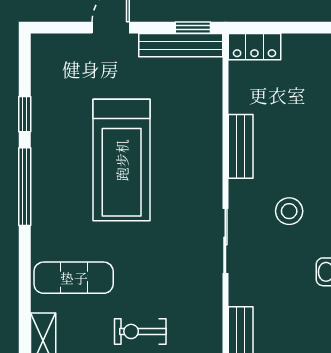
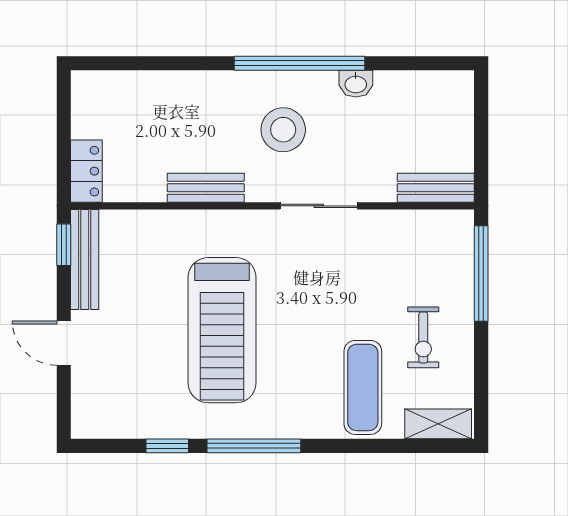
treadmill: (122, 160) -> (222, 330), turned 90
stool: (289, 211) -> (283, 130), width x1.38, depth x1.38
exercise bike: (140, 331) -> (423, 337), moved

